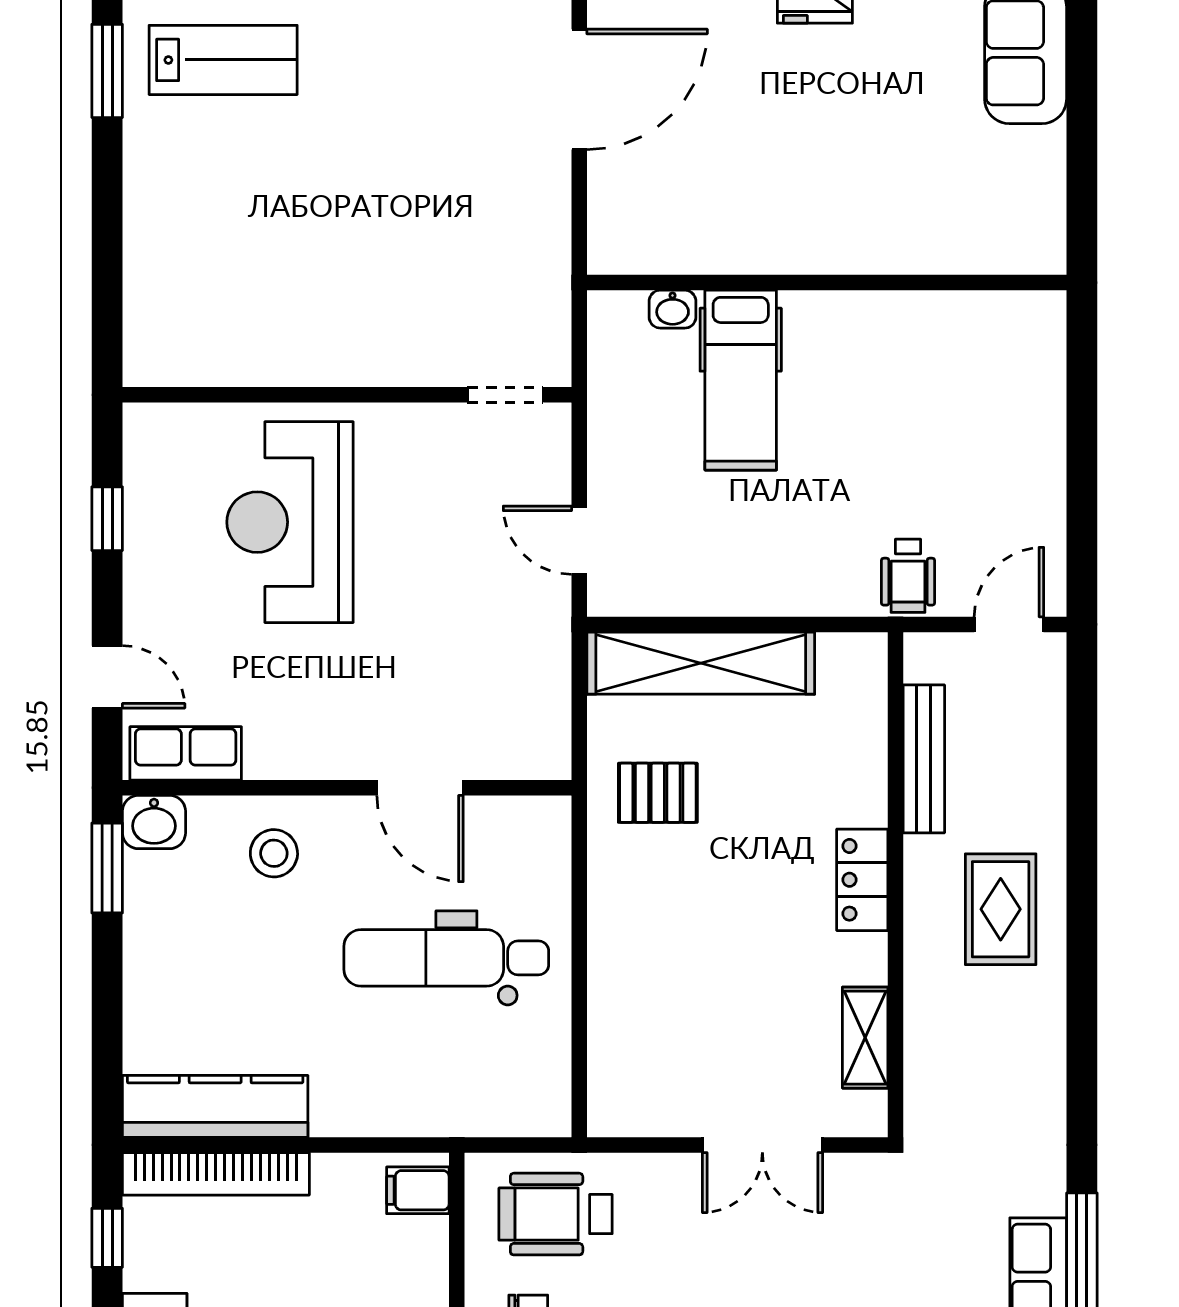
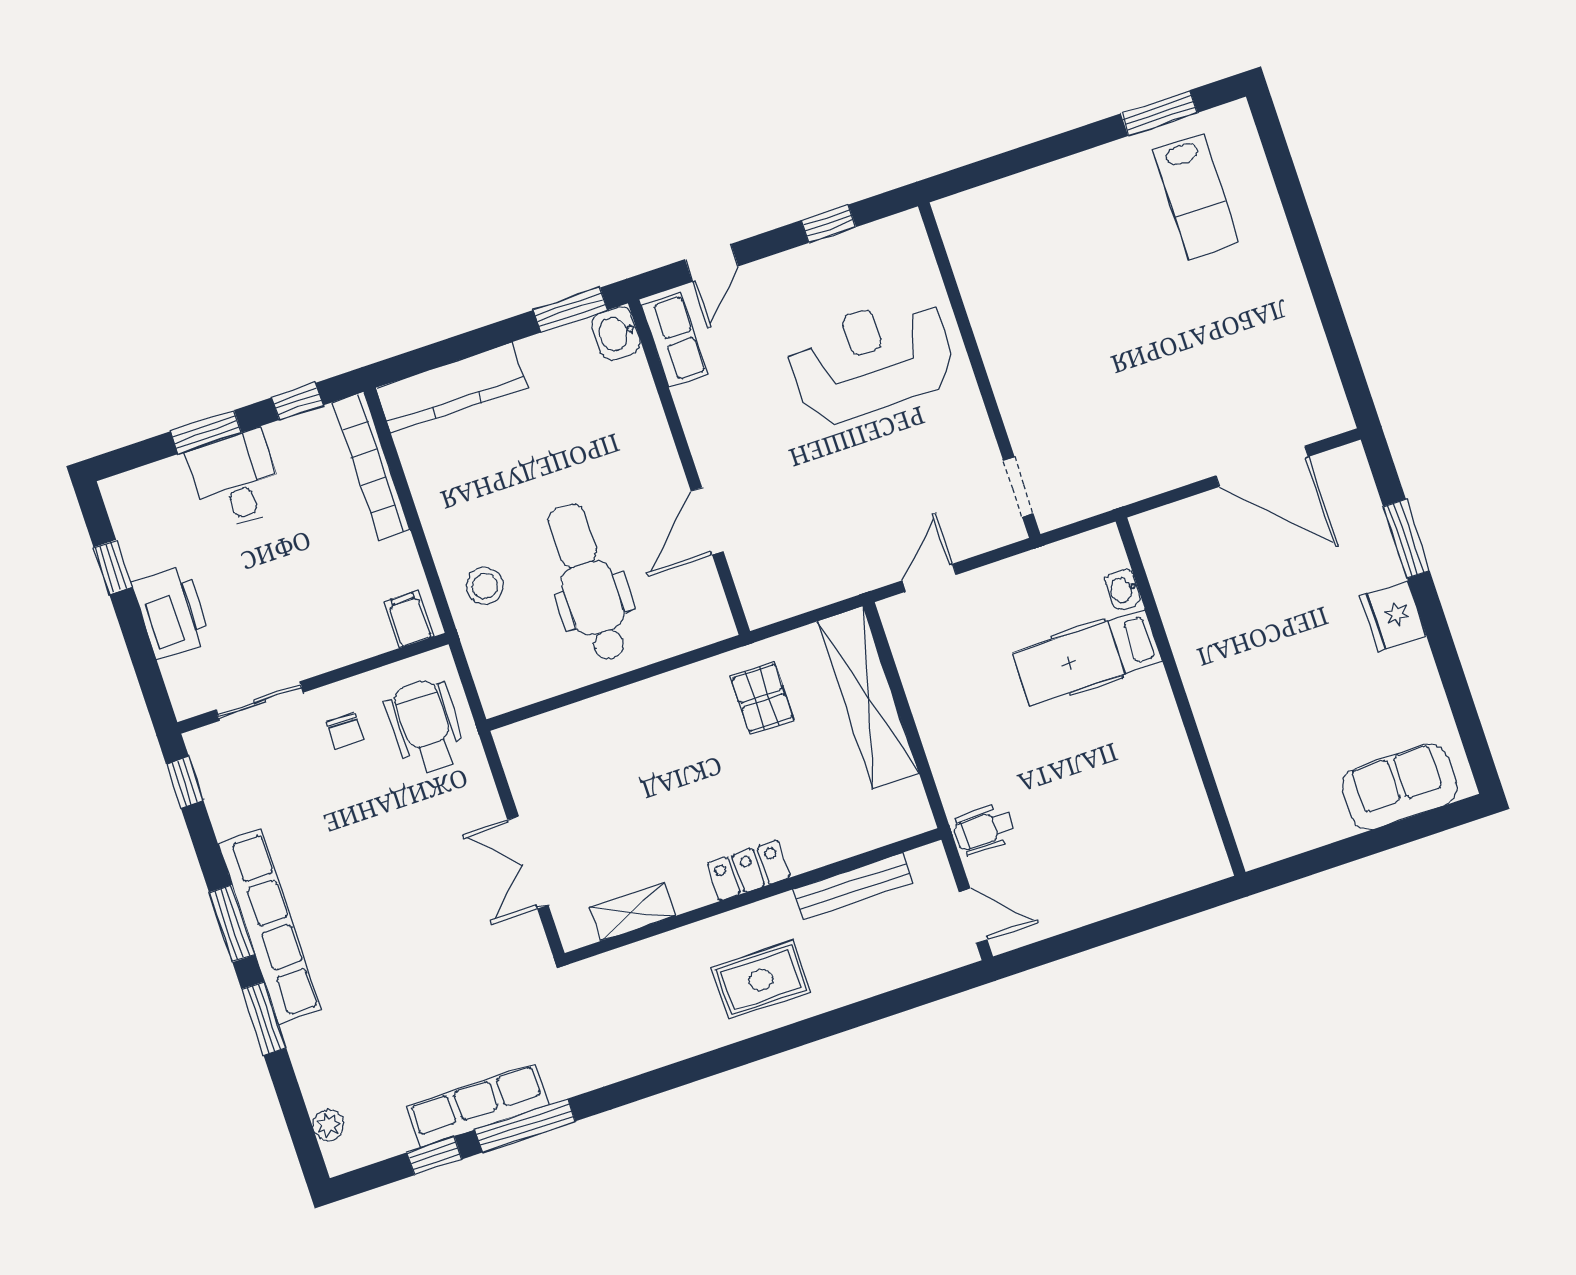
stool: (274, 853) -> (485, 586), moved
kitchen counter: (215, 1106) -> (452, 388), moved, turned 90

